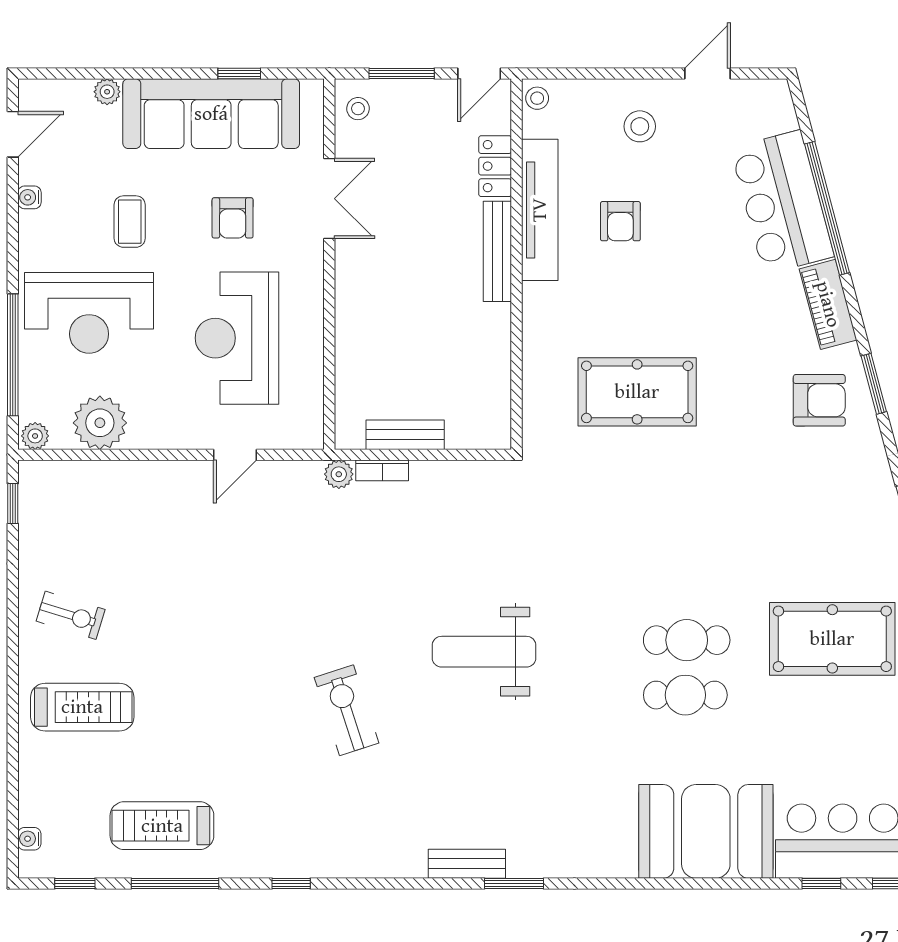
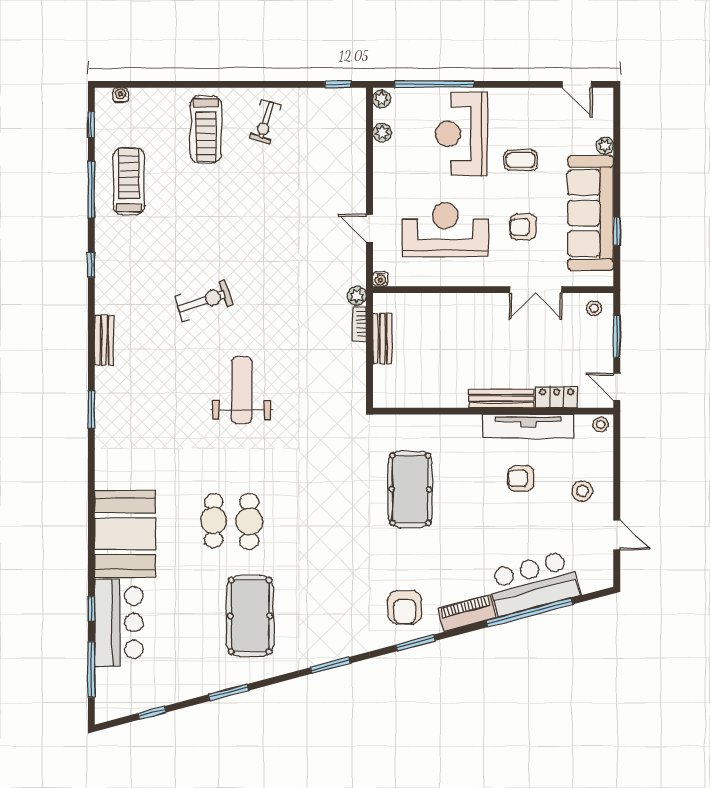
water cooler: (29, 197) -> (380, 279), moved, turned 180
plant: (100, 423) -> (382, 133), width x0.53, depth x0.53
bench: (467, 864) -> (104, 340), moved

